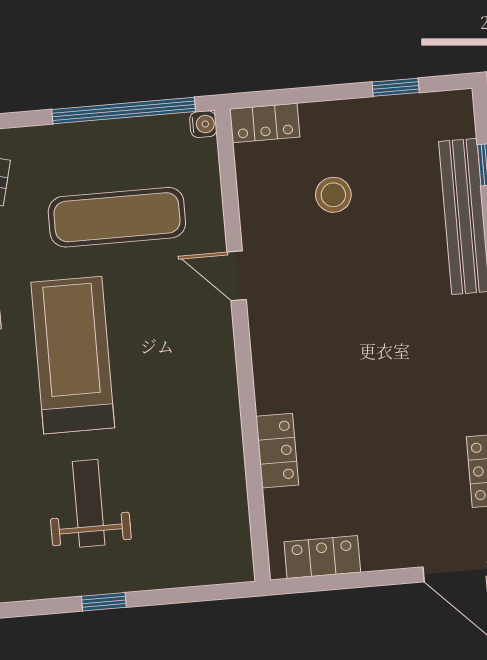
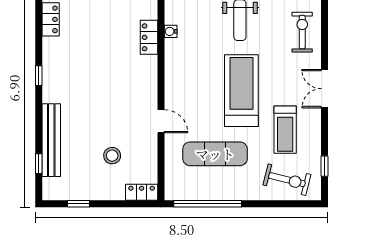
water cooler: (203, 124) -> (171, 31), moved
treadmill: (73, 355) -> (241, 91), turned 180

